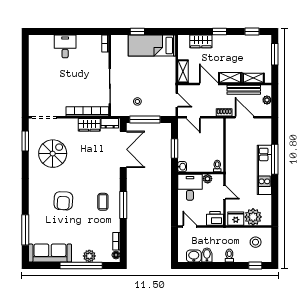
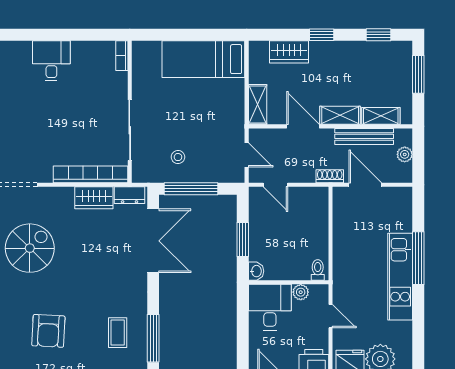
window: (137, 32) -> (178, 35), removed

